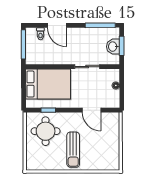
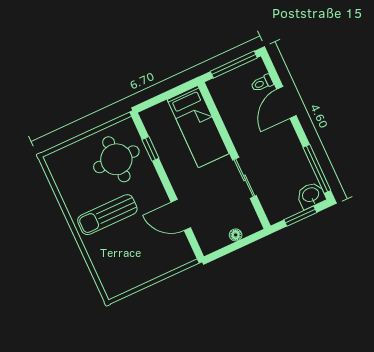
washbasin: (113, 47) -> (311, 195), moved
bed: (48, 84) -> (198, 127), width x0.67
door: (91, 110) -> (181, 215), hinge flipped

